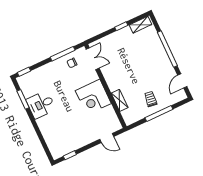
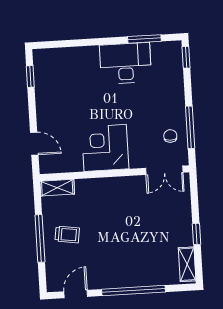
door: (182, 81) -> (76, 294), hinge flipped
shelving: (120, 100) -> (57, 188), moved
desk: (41, 105) -> (125, 63), width x1.37
door: (107, 138) -> (34, 144), swing flipped

